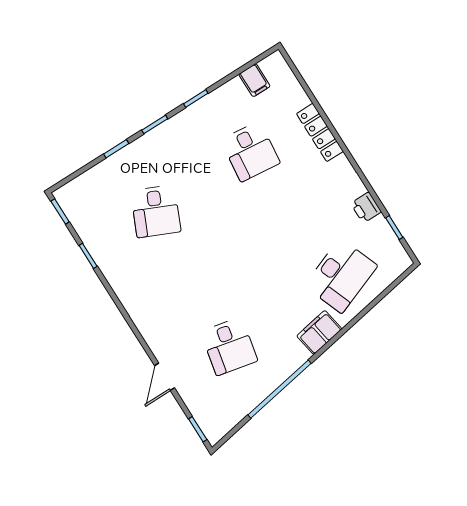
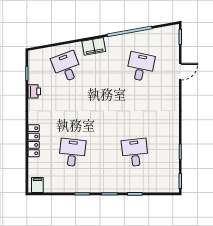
filing cabinet: (254, 80) -> (37, 185), moved
desk: (156, 211) -> (135, 153), turned -30
desk: (341, 276) -> (67, 67), width x0.73

